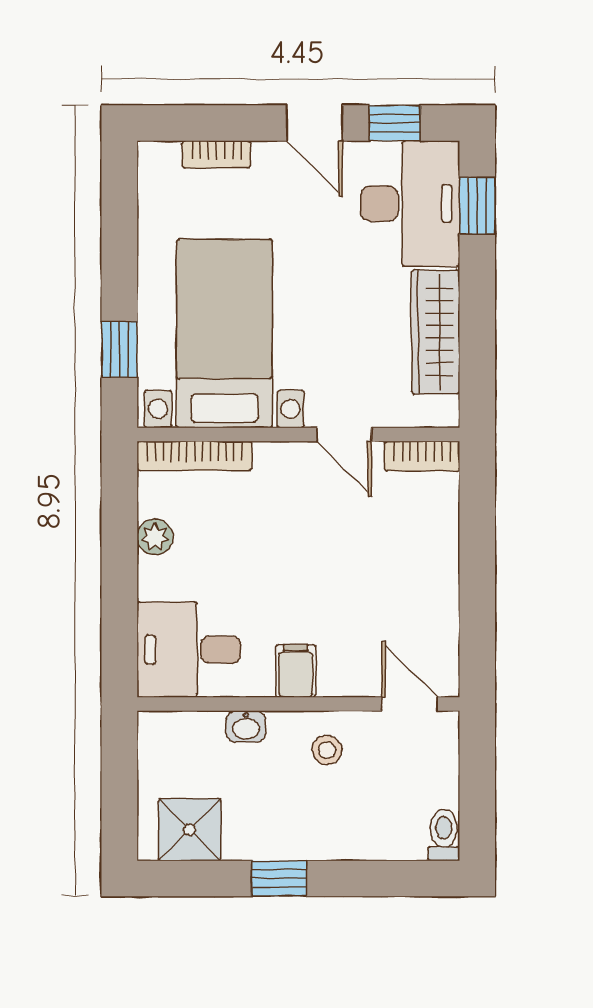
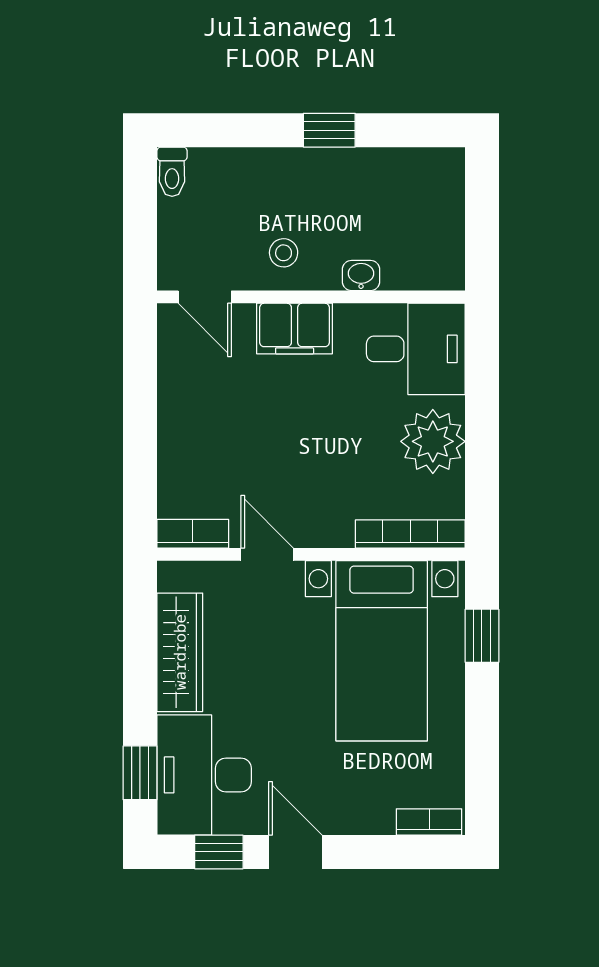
bookcase: (216, 154) -> (429, 822), moved
plant: (155, 537) -> (433, 441), width x1.88, depth x1.88
filing cabinet: (296, 671) -> (295, 329), width x2.00
shower: (190, 830) -> (415, 177), removed

